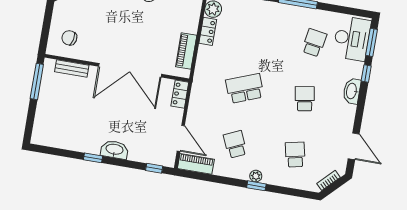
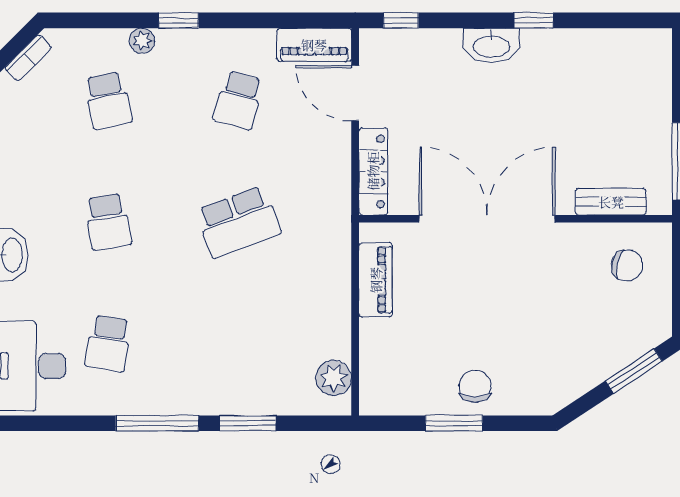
locker: (208, 31) -> (337, 329), removed
locker: (180, 94) -> (373, 171), width x1.53
school desk: (235, 144) -> (238, 100), turned 39
plant: (256, 176) -> (142, 41), moved

